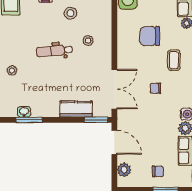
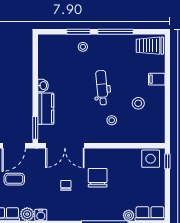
chair: (150, 36) -> (98, 178), moved
coffee table: (174, 60) -> (14, 179), moved
washbasin: (24, 112) -> (43, 86), moved
window: (29, 120) -> (35, 63), removed

